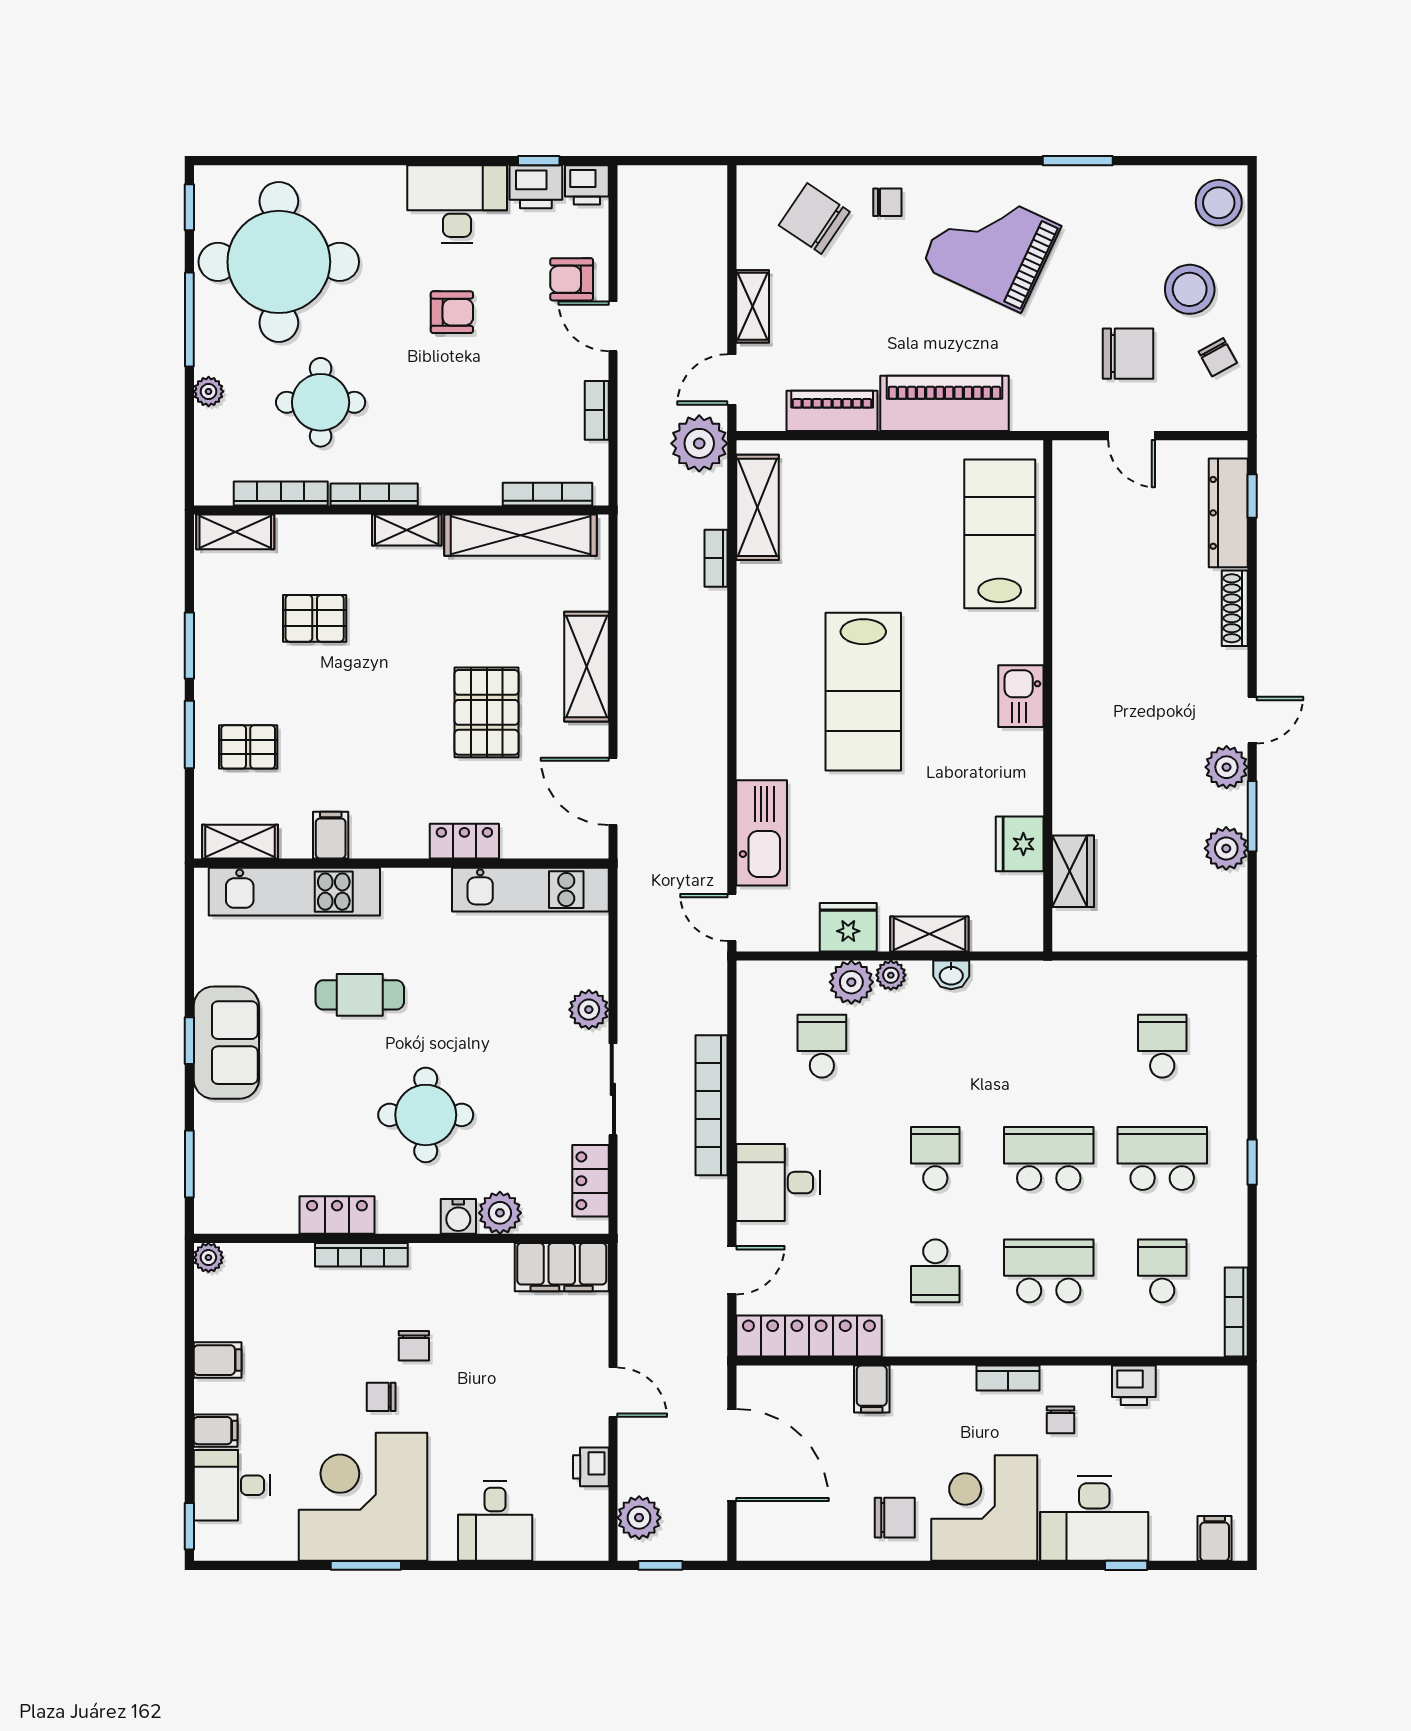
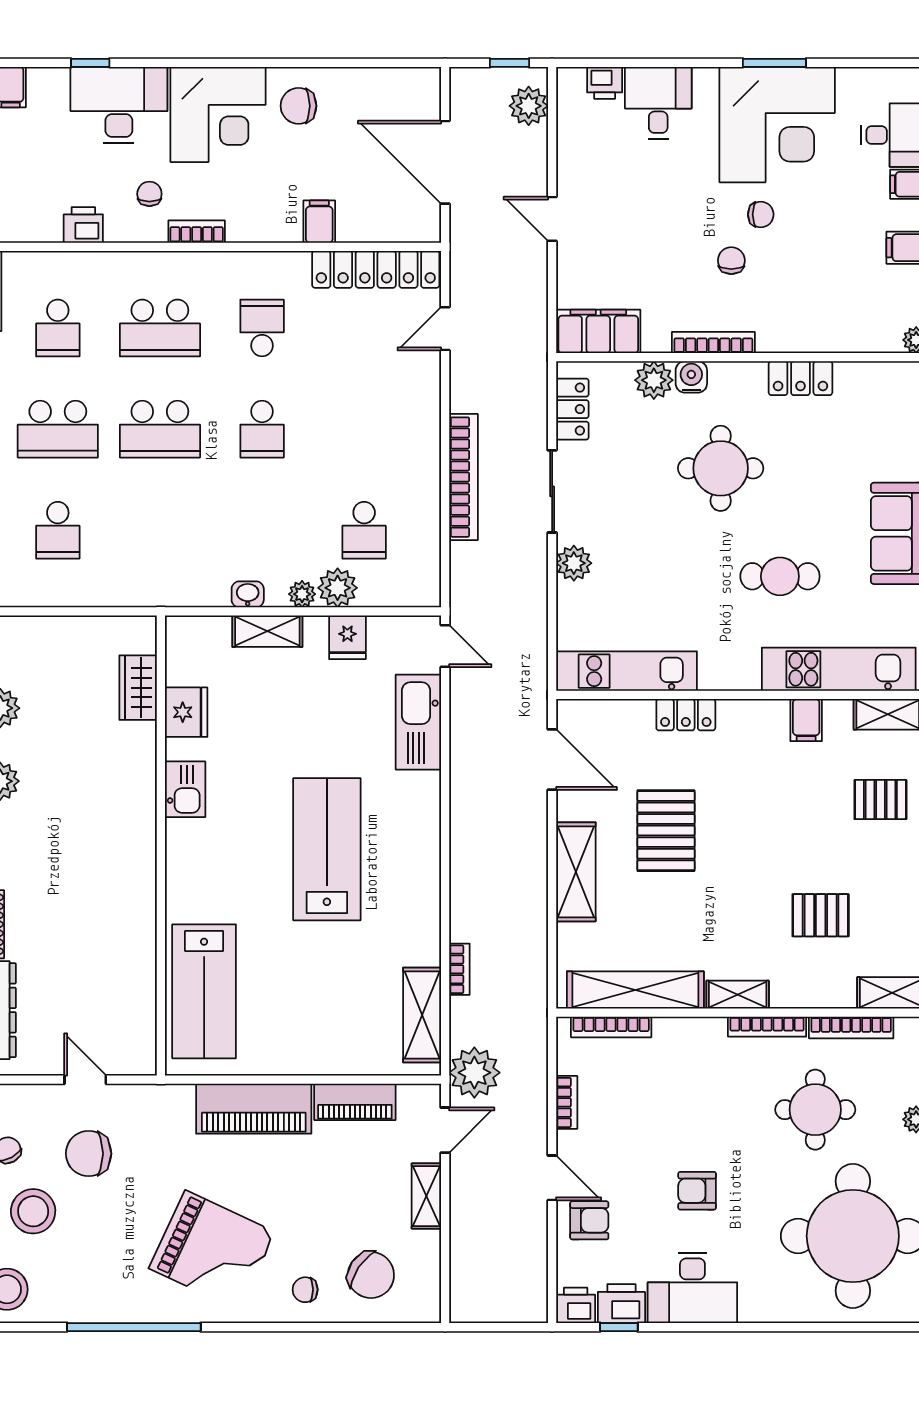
window: (1078, 161) -> (134, 1327), width x2.11
kitchen sink: (1021, 696) -> (185, 789), moved
fridge: (848, 927) -> (347, 637), width x0.72
desk: (778, 1183) -> (404, 407), removed
bookcase: (361, 1255) -> (713, 343), moved
printer: (591, 1467) -> (605, 83), moved, turned 90

